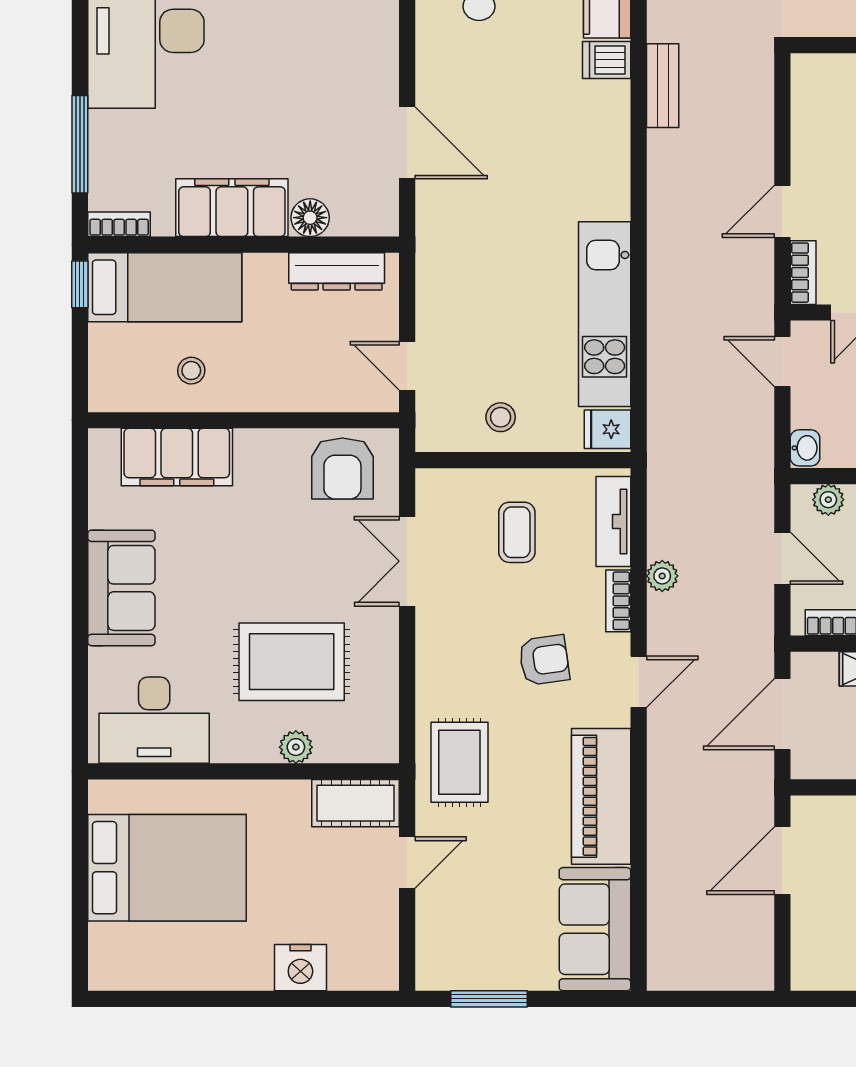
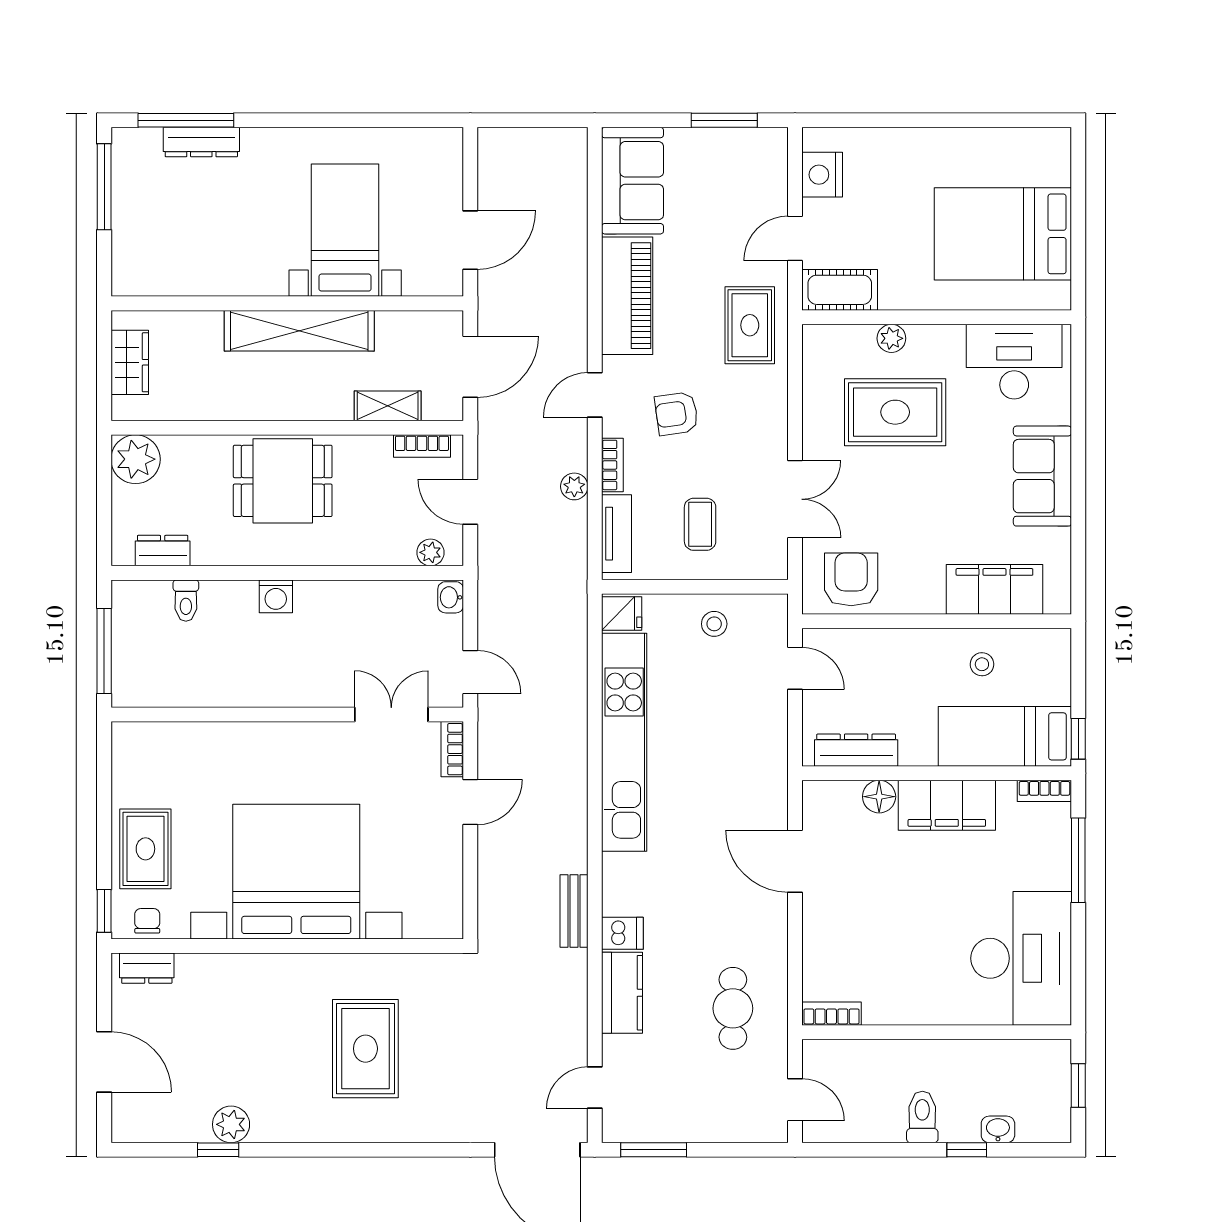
kitchen unit: (605, 314) -> (624, 742), width x1.36
nightstand: (300, 968) -> (822, 175), moved, turned -90

